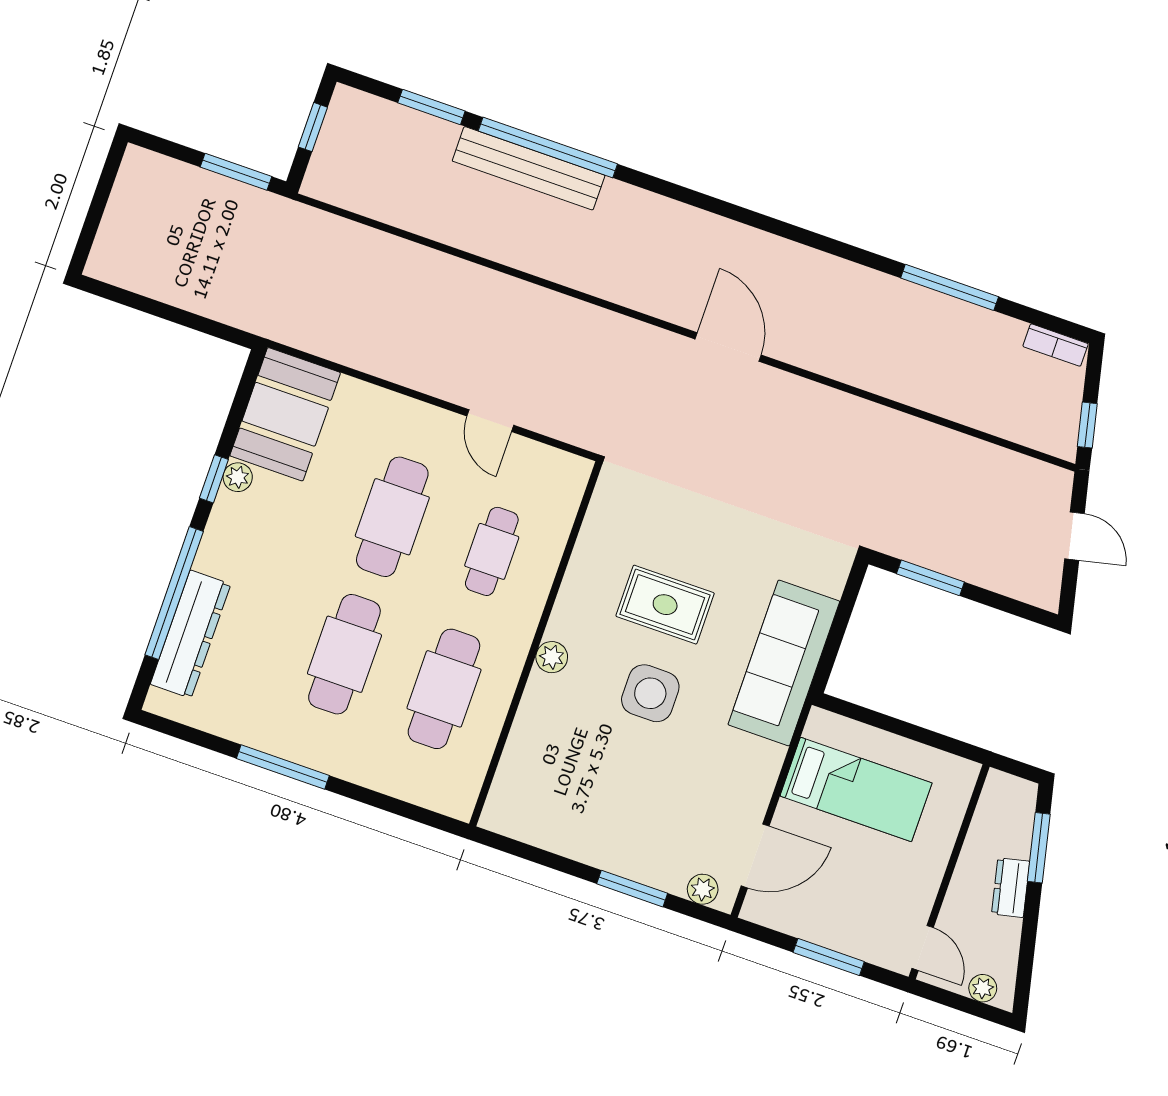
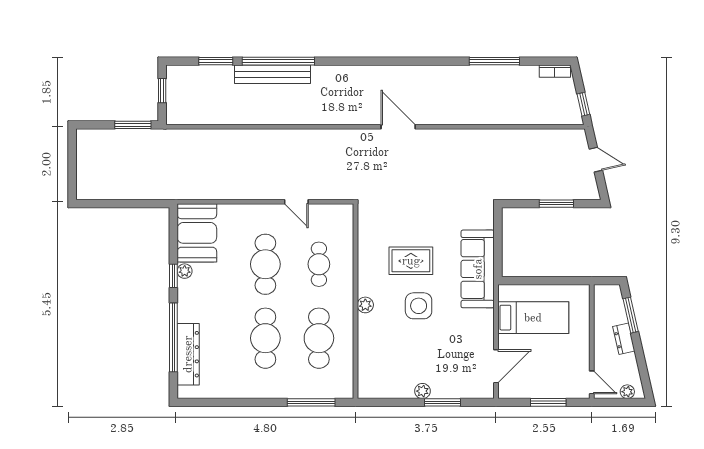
window: (930, 578) -> (556, 204), moved
window: (283, 767) -> (311, 402), moved
plant: (703, 889) -> (422, 391), moved

